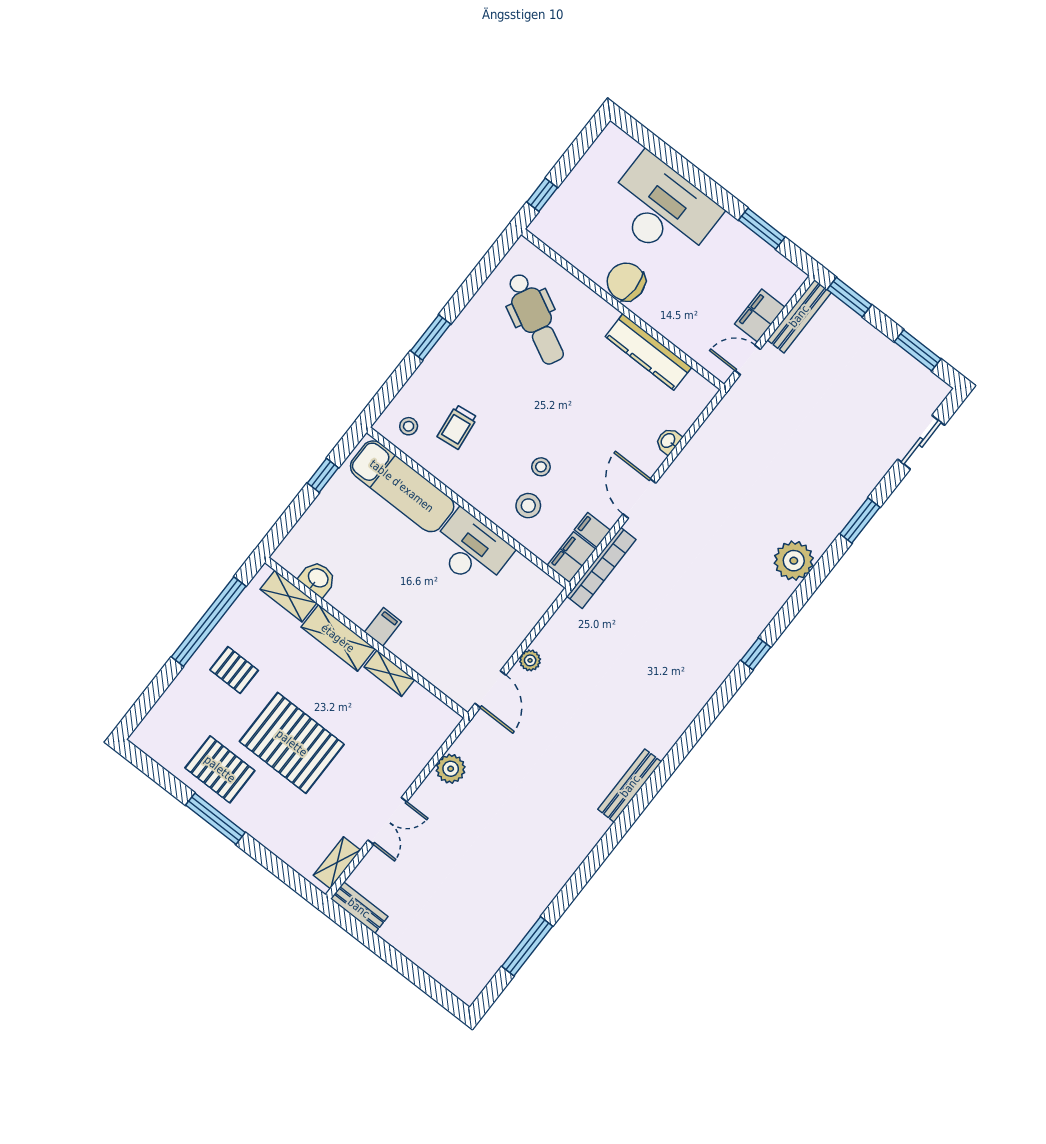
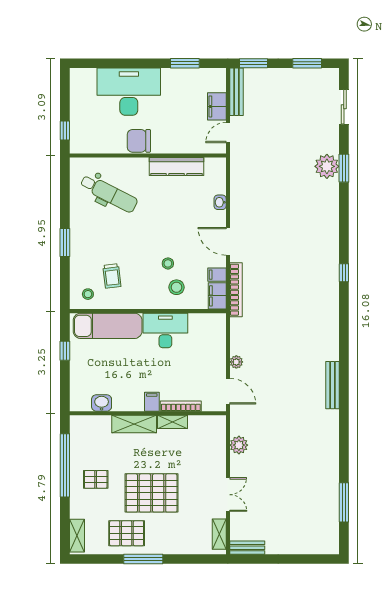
plant: (794, 561) -> (327, 166), moved
shelving: (289, 596) -> (77, 536), moved, turned 90
bookcase: (415, 661) -> (181, 406), added

